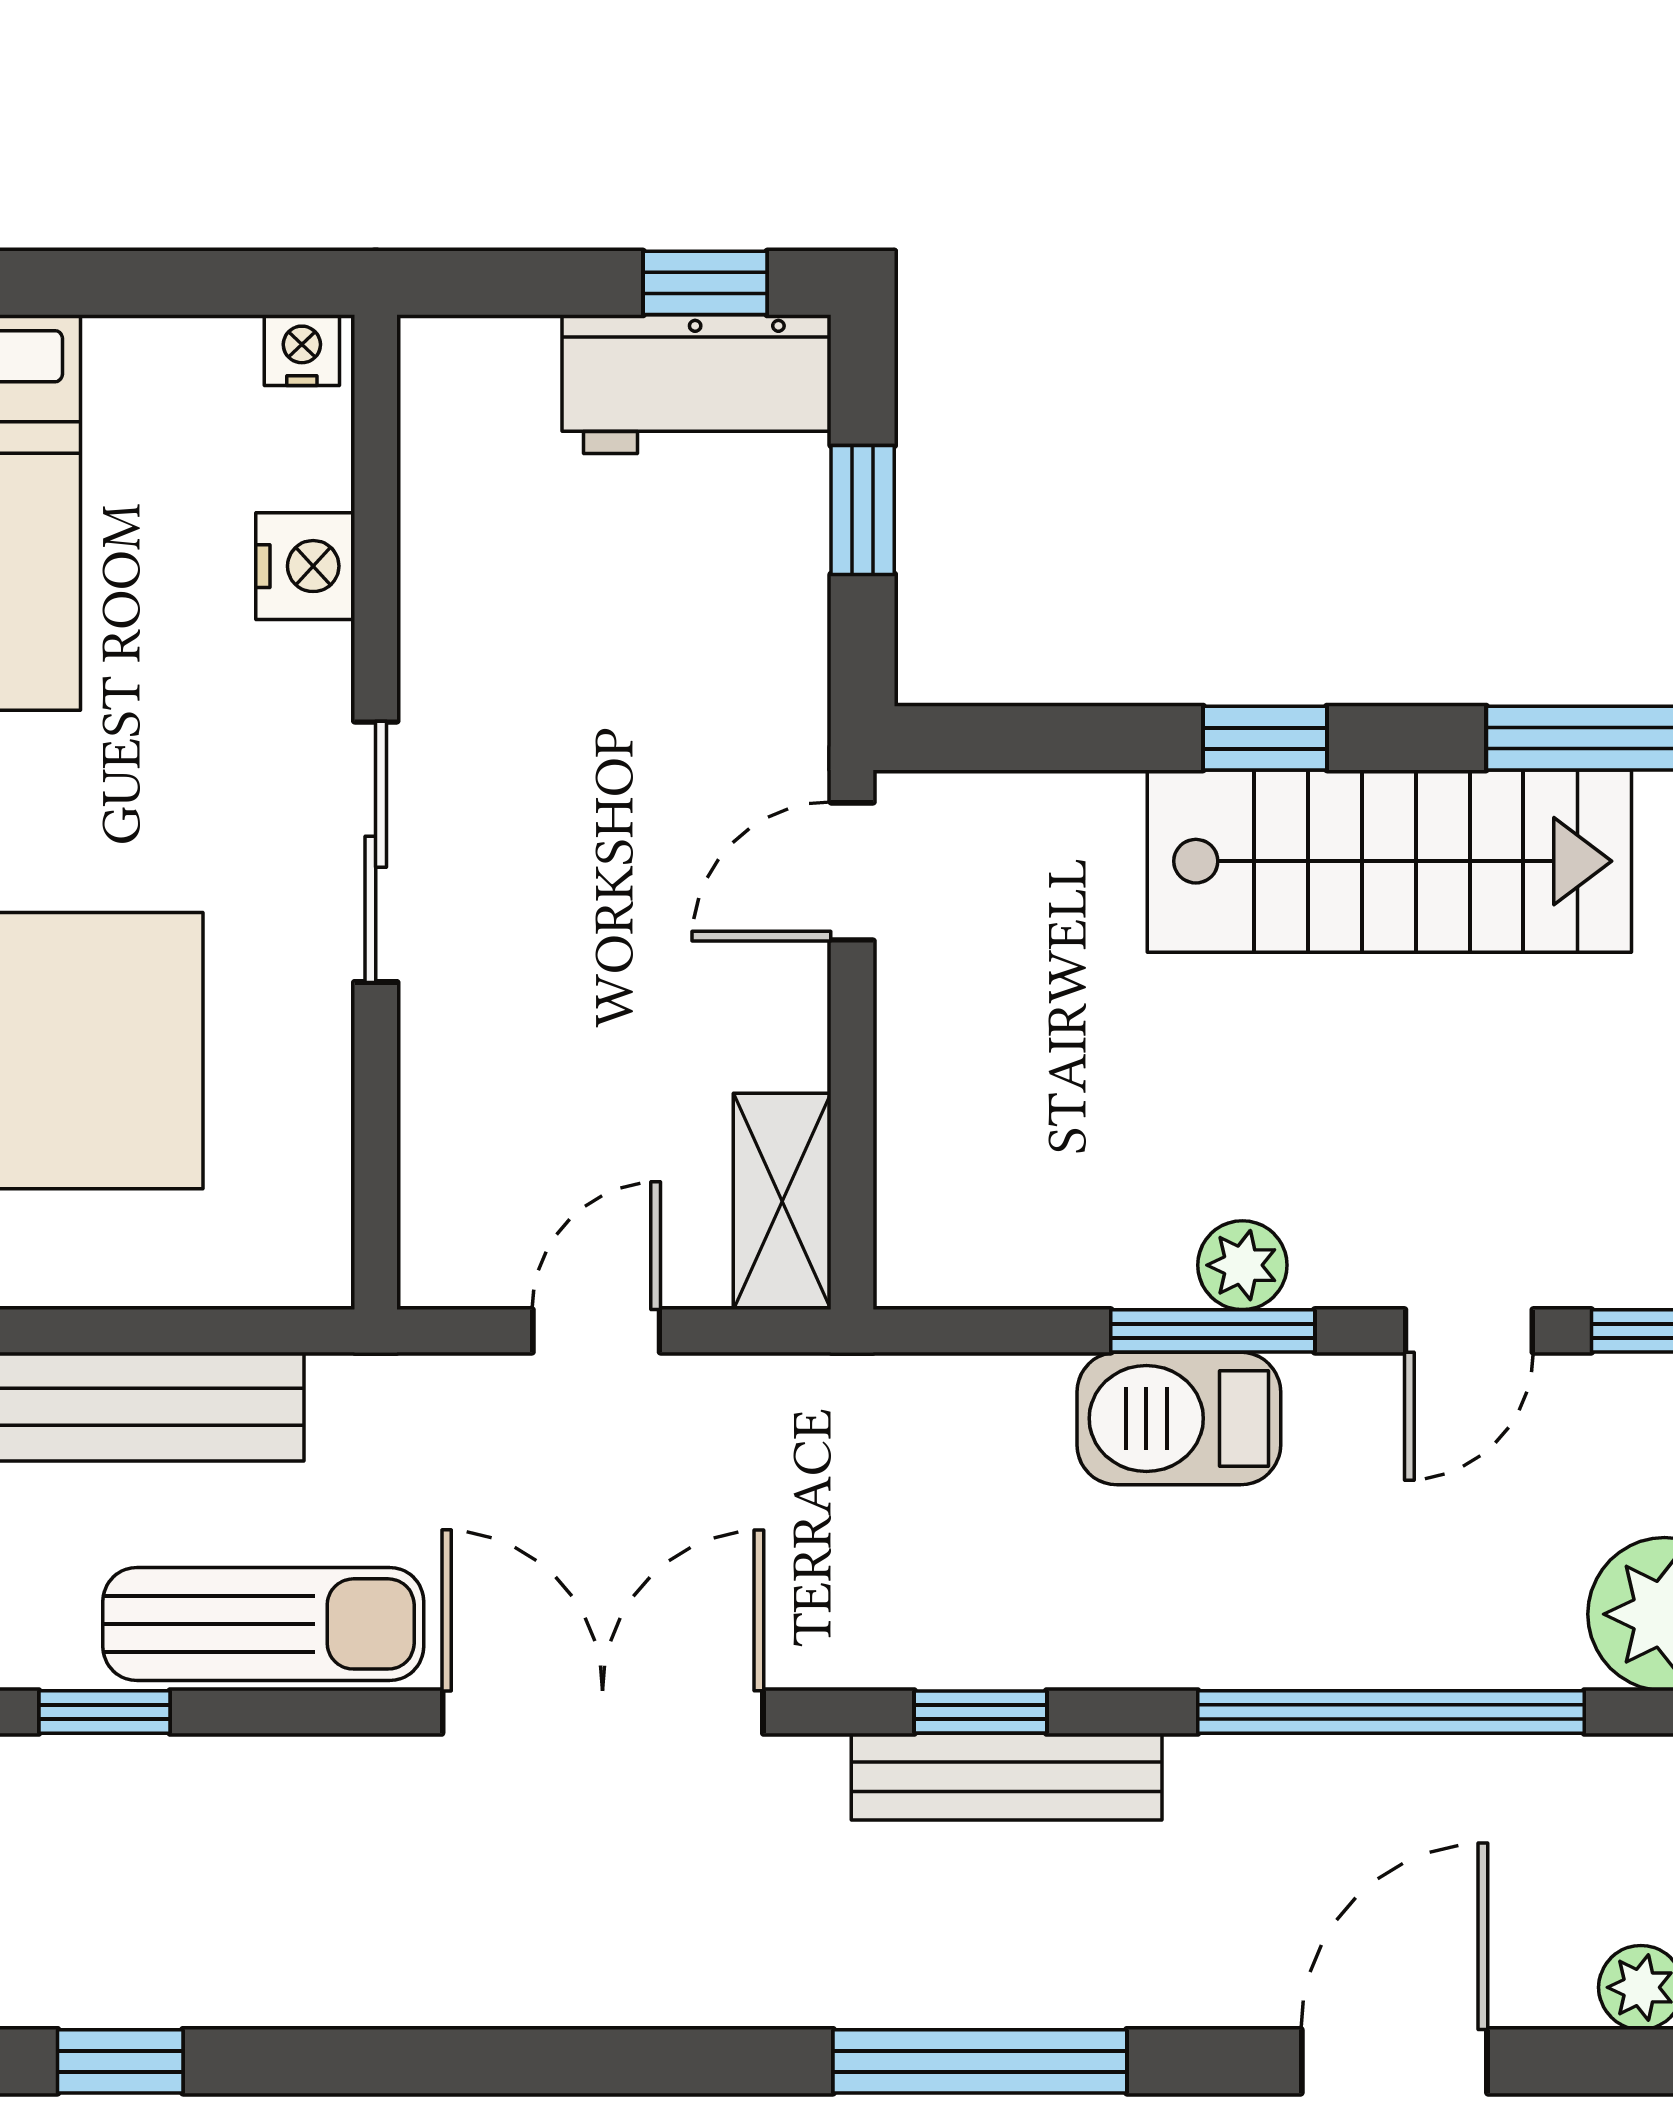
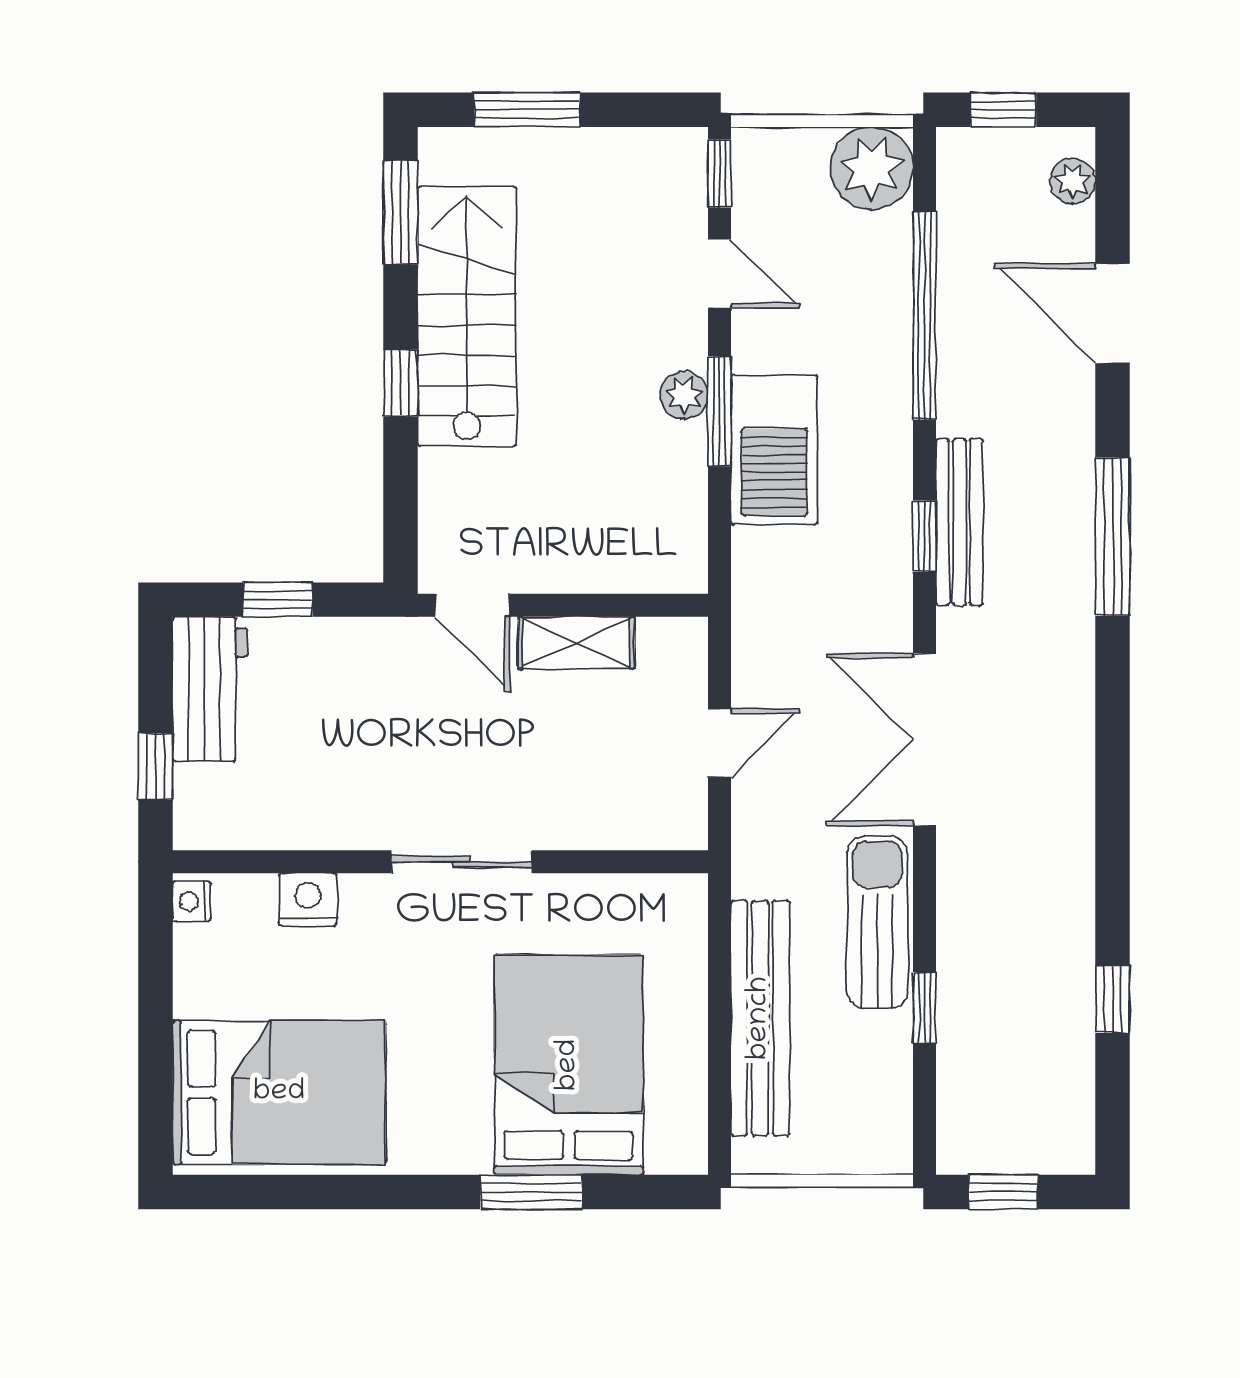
window: (705, 283) -> (156, 767), moved
shelving: (782, 1201) -> (576, 643), moved
door: (596, 1331) -> (720, 743), swing flipped
barbecue: (1179, 1418) -> (774, 450), width x1.37, depth x1.21

